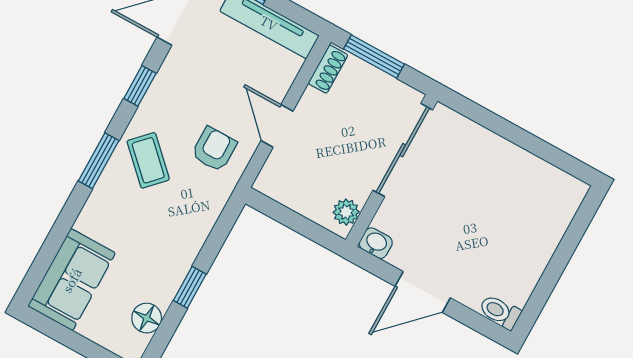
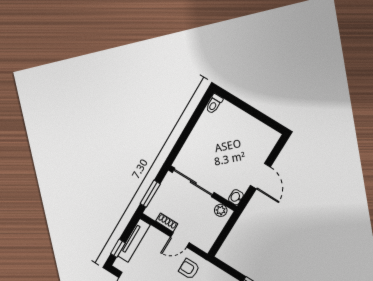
shoe rack: (328, 69) -> (167, 222), moved
toilet: (500, 312) -> (214, 104), moved

